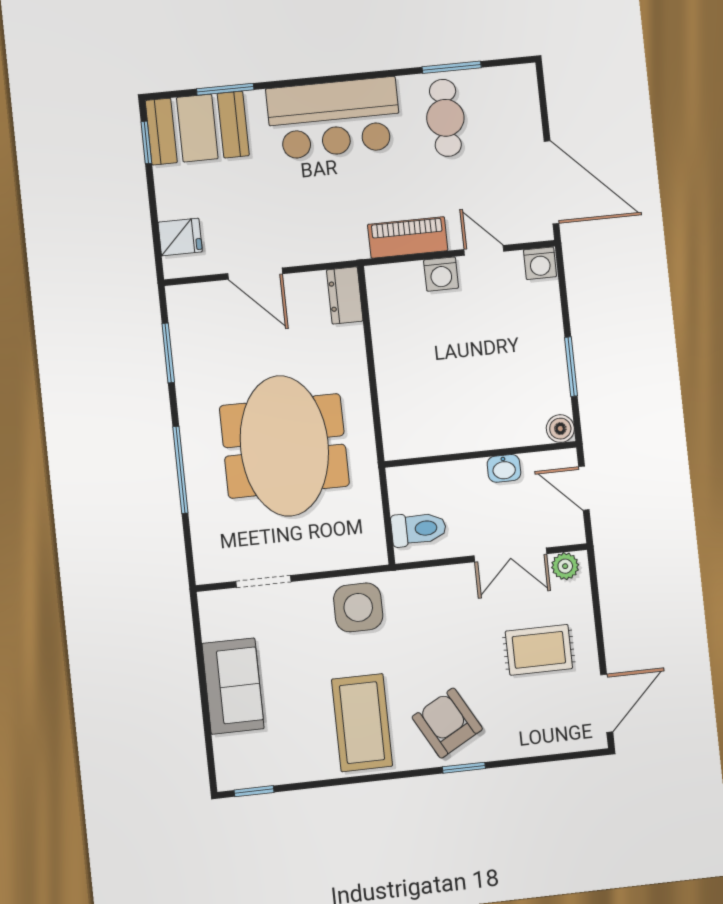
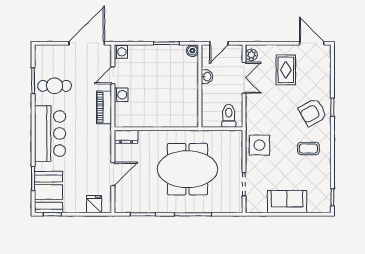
coffee table: (362, 723) -> (308, 149), width x0.54, depth x0.58

